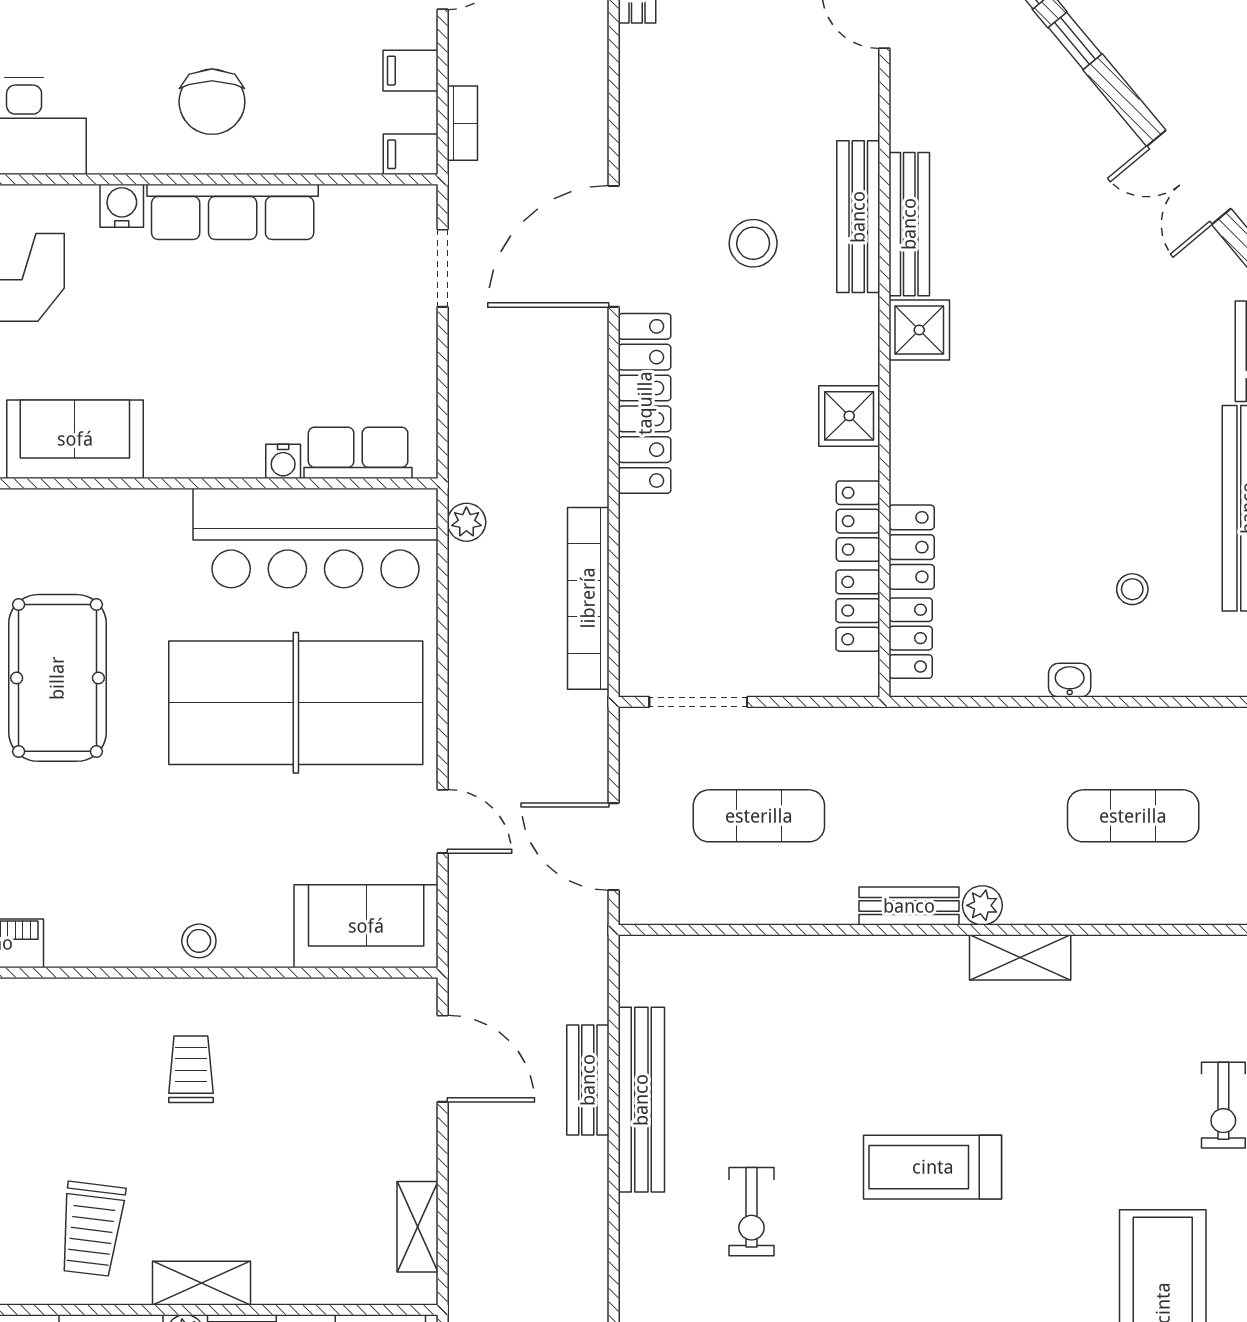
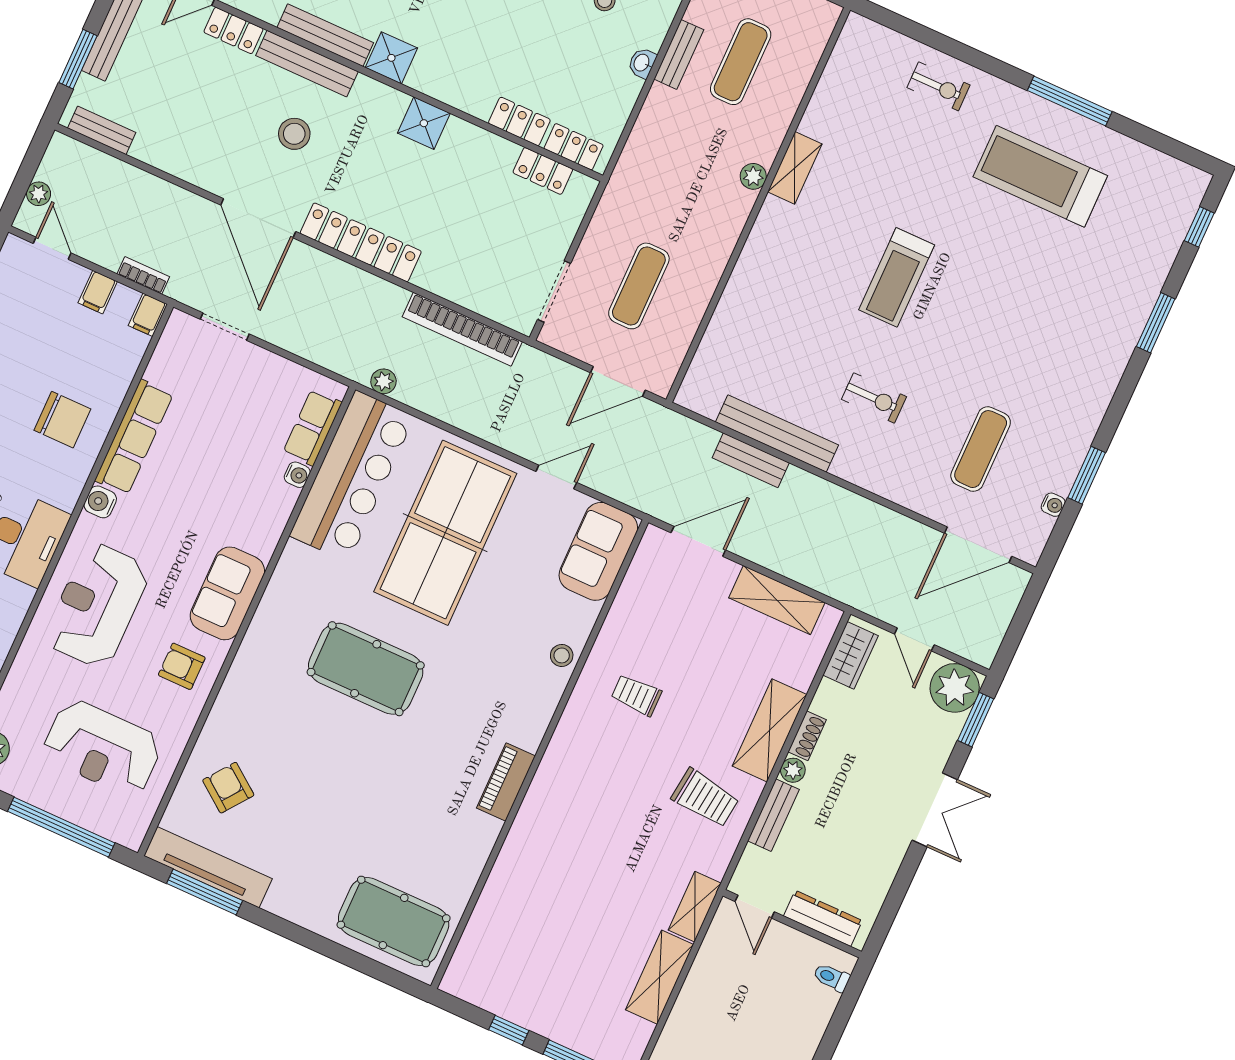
locker: (858, 521) -> (233, 30), moved
bench: (909, 906) -> (679, 54), moved
shelving: (417, 1227) -> (777, 600), width x1.50, depth x1.33
shelving: (202, 1283) -> (770, 730), width x1.50, depth x1.33

